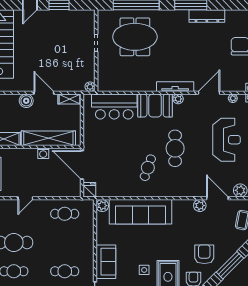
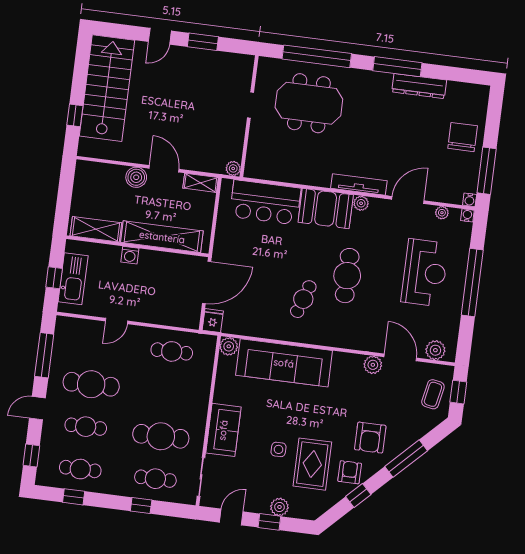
washing machine: (43, 153) -> (130, 255), moved
door: (82, 165) -> (207, 282), swing flipped
armchair: (204, 254) -> (370, 438), turned 180
cafe table: (65, 271) -> (161, 436), width x1.37, depth x1.35

